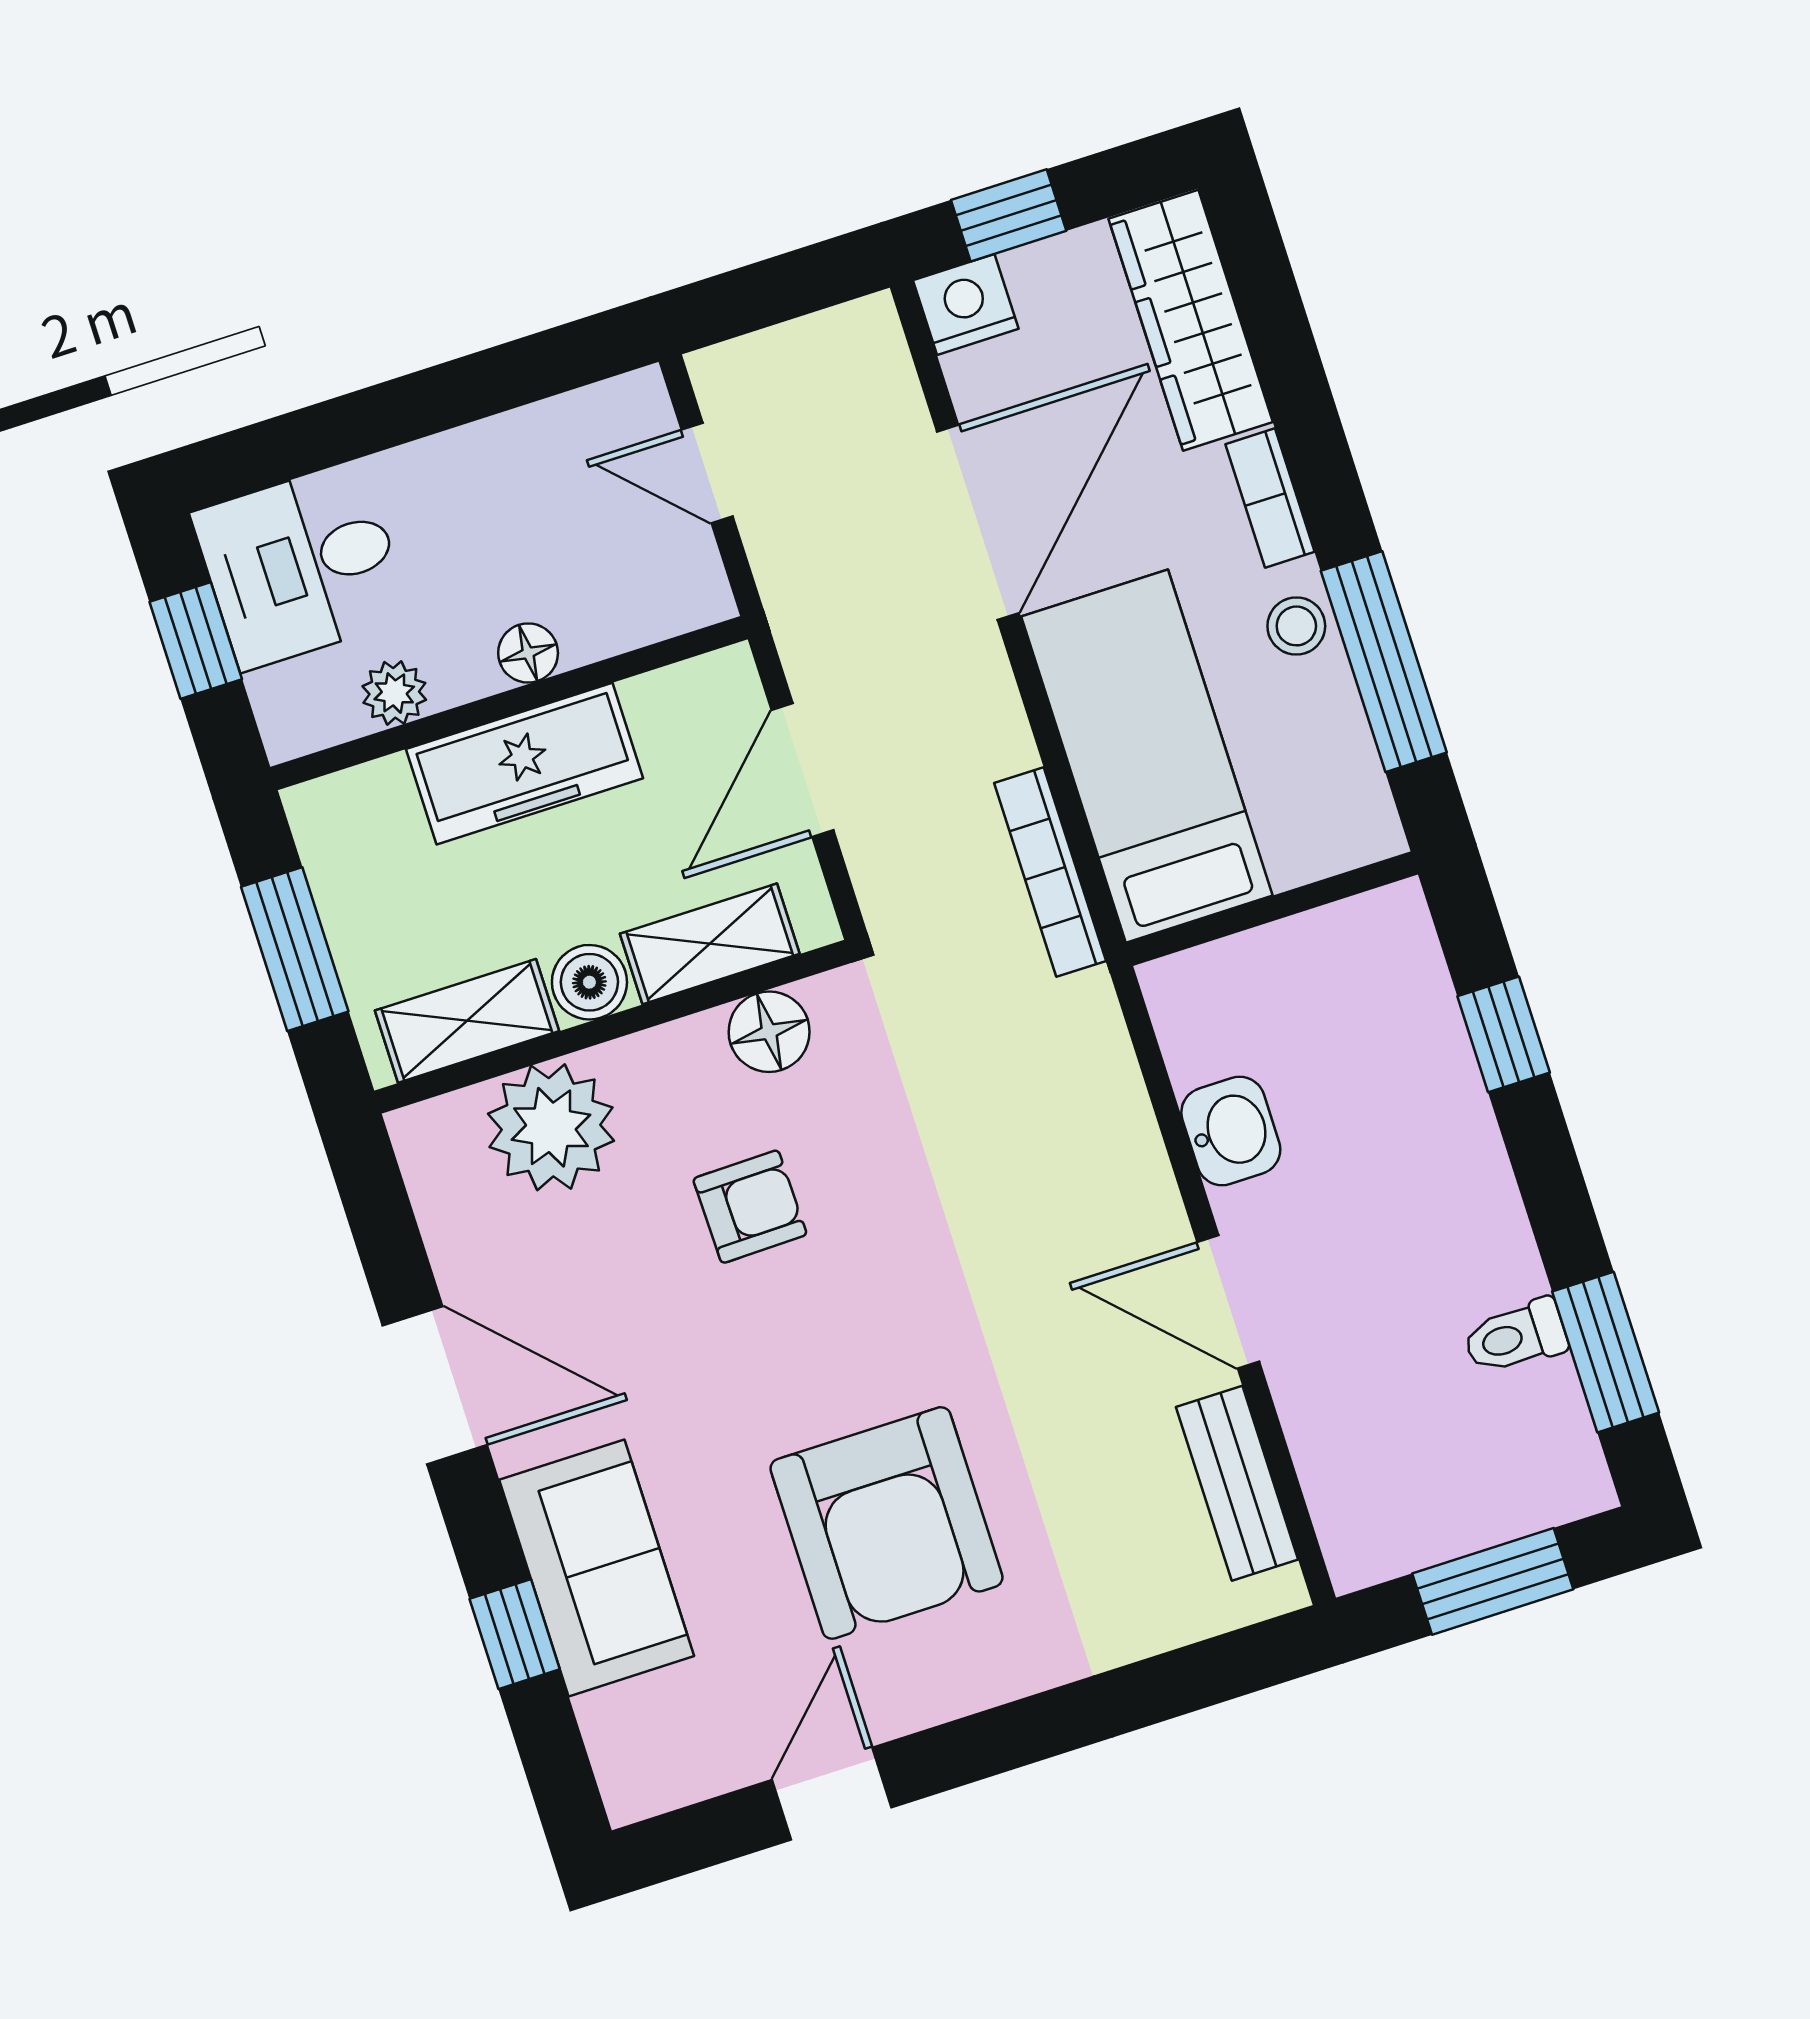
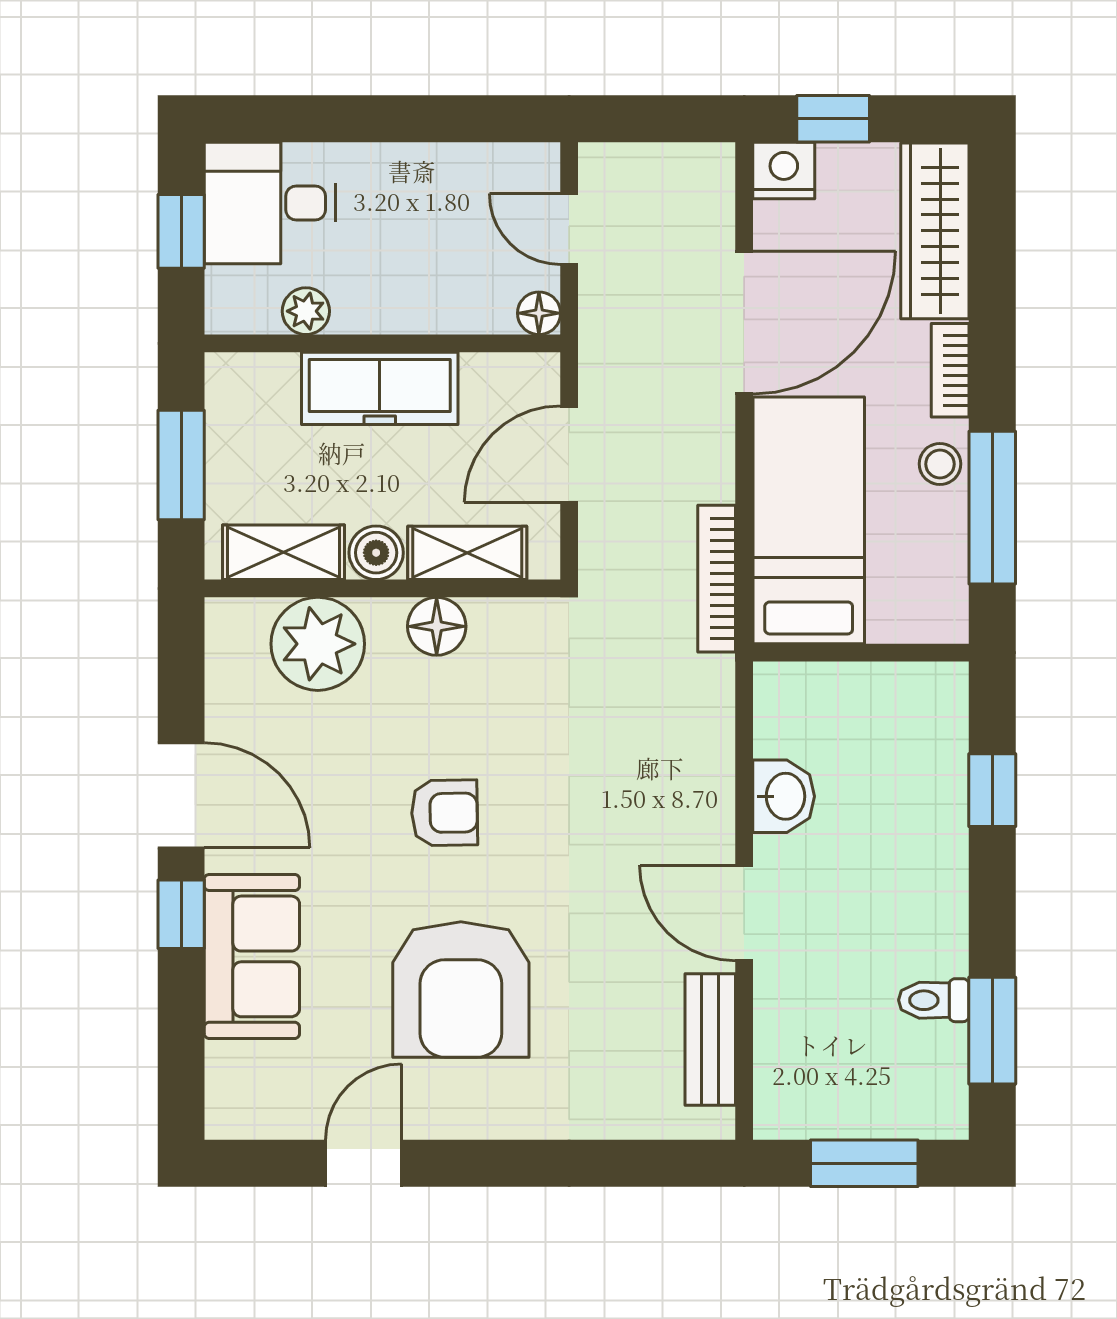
floor lamp: (528, 653) -> (539, 313), moved
floor lamp: (769, 1032) -> (437, 626), moved
armchair: (750, 1207) -> (445, 813), moved
window: (515, 1634) -> (181, 914), moved

